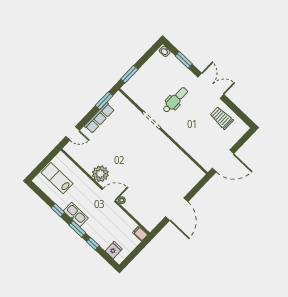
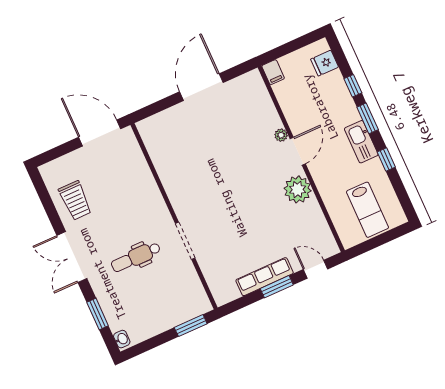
window: (104, 101) -> (277, 287), moved
door: (109, 195) -> (298, 151), swing flipped

